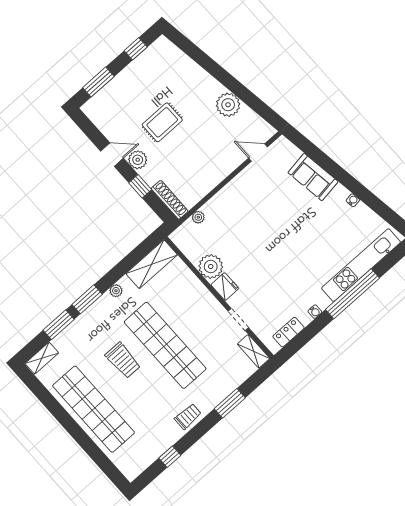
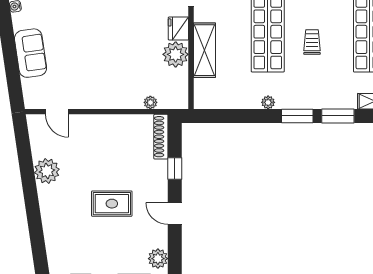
plant: (138, 160) -> (158, 259), moved
shelving: (152, 264) -> (205, 50), moved, turned 90
trolley: (123, 360) -> (312, 42), width x0.73, depth x0.72

